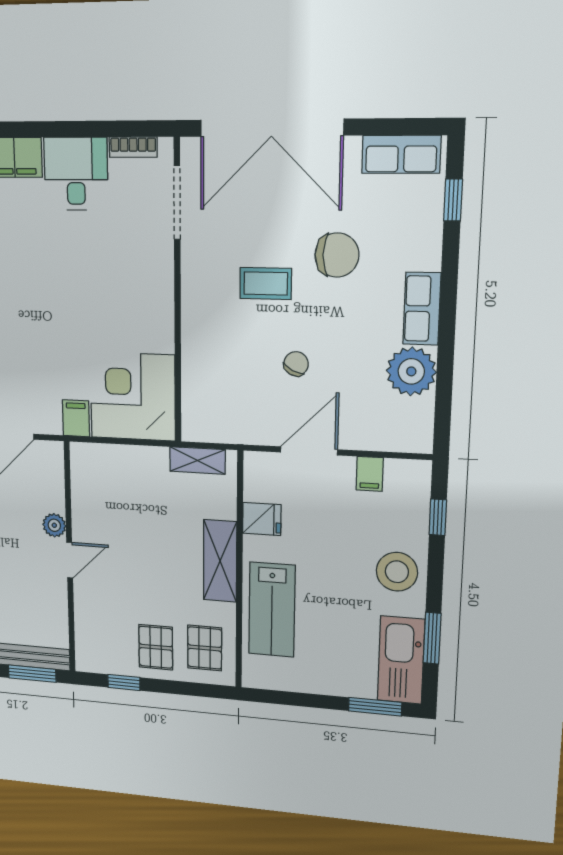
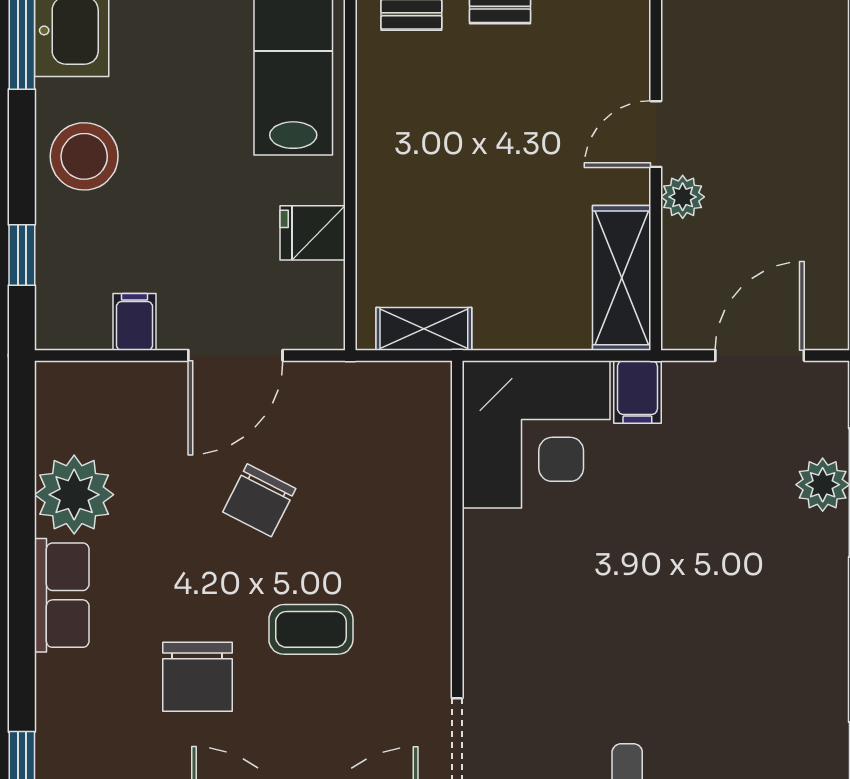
chair: (337, 255) -> (197, 677), turned -90
chair: (296, 364) -> (259, 500), width x1.37, depth x1.37
shelving: (220, 561) -> (622, 278), moved

